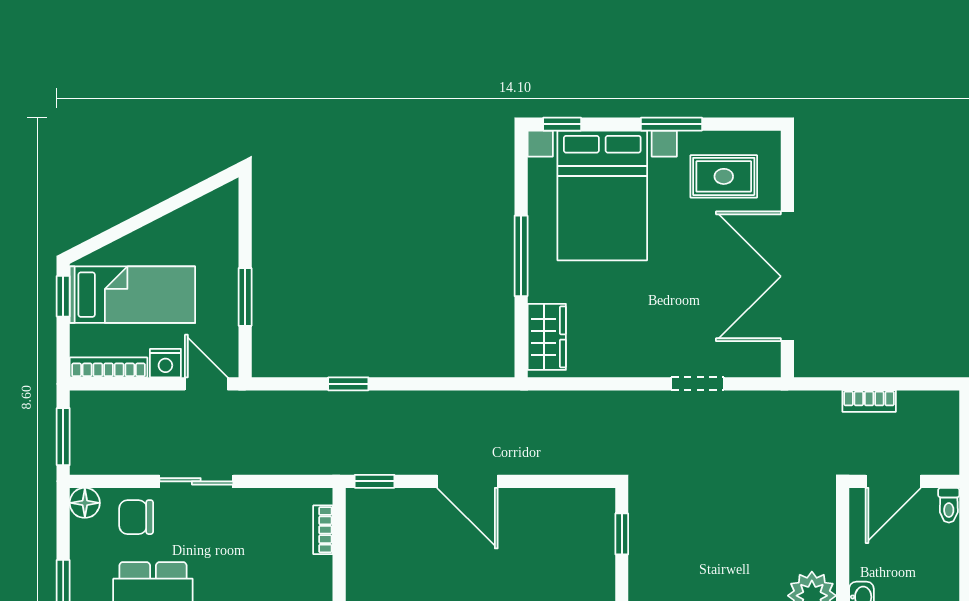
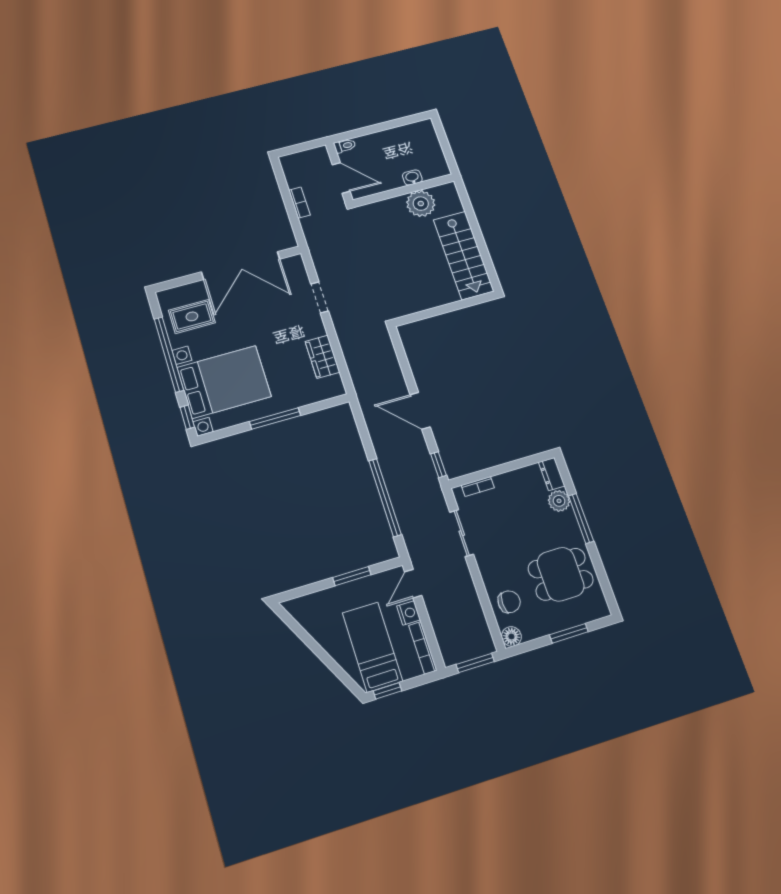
window: (671, 124) -> (169, 354), width x2.11
rug: (724, 176) -> (192, 316), turned 90
wardrobe: (547, 337) -> (322, 357), moved, turned -90
window: (348, 384) -> (385, 498), width x3.17
sliding door: (196, 481) -> (462, 533), moved
door: (467, 481) -> (420, 411), swing flipped
chair: (136, 517) -> (509, 602), turned -90
window: (622, 534) -> (421, 315), removed

